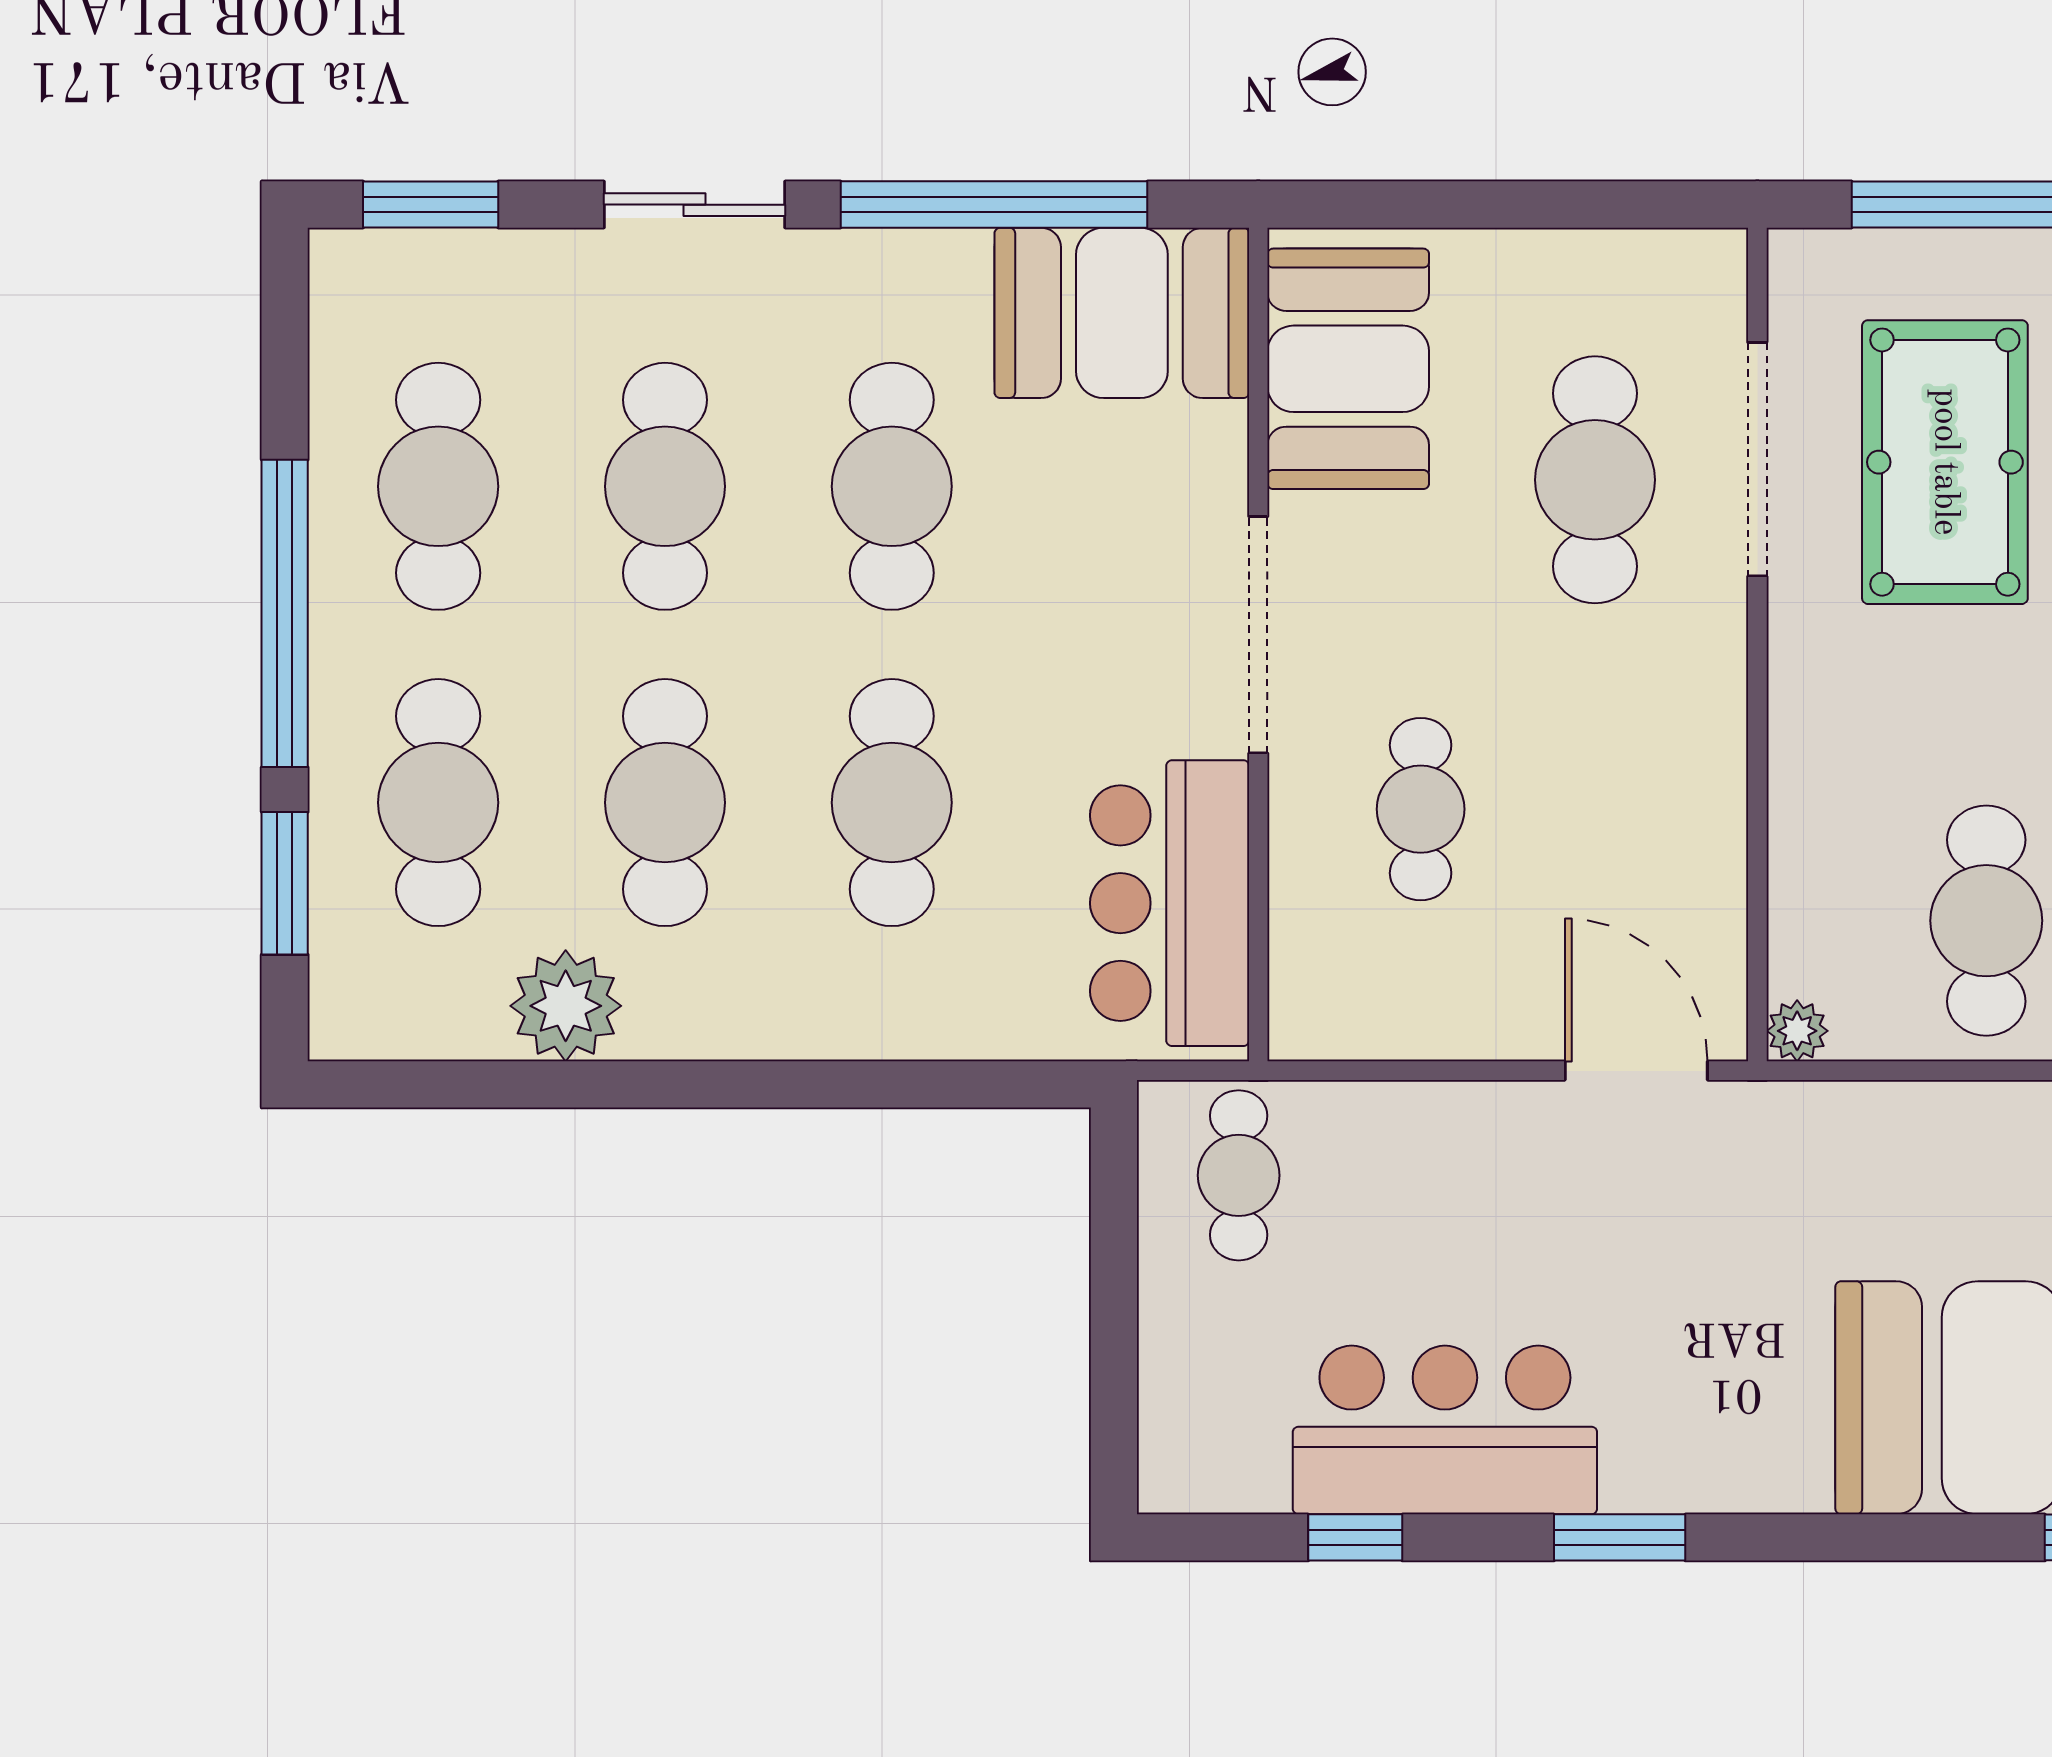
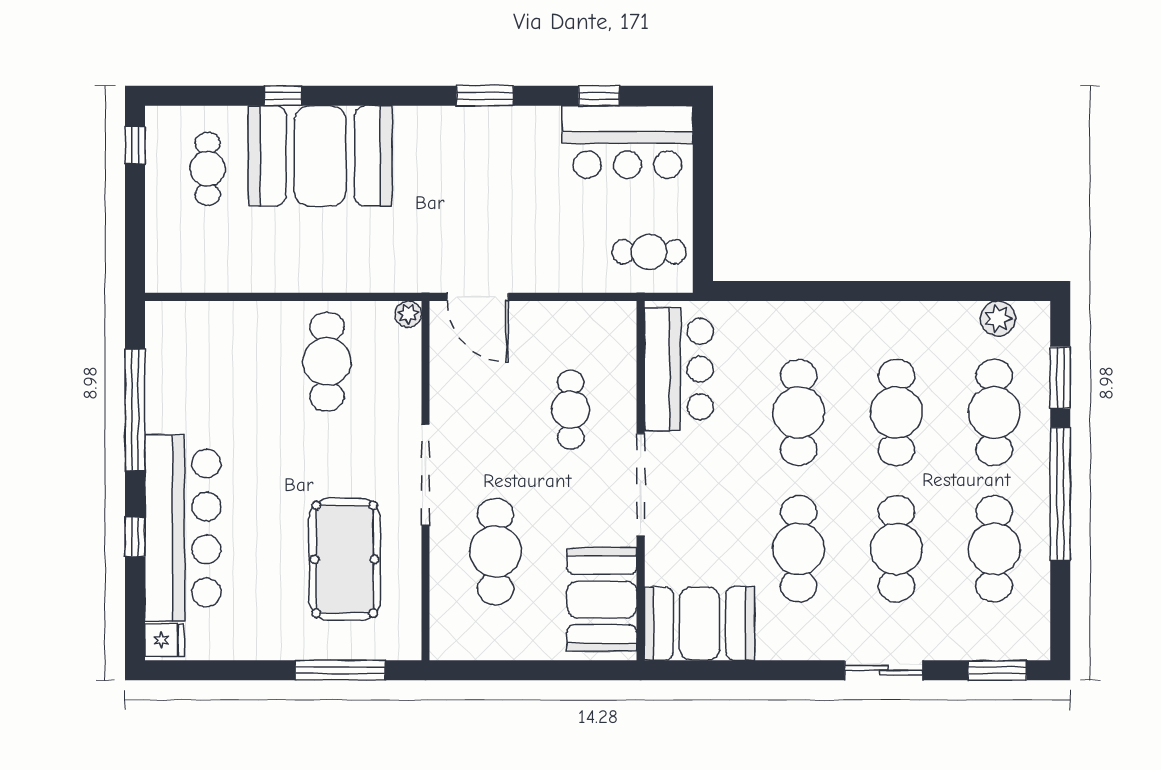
window: (994, 205) -> (755, 670), removed
doorway: (1757, 459) -> (426, 475), moved
plant: (566, 1006) -> (998, 318), moved, width x0.73, depth x0.73
cafe table: (1239, 1175) -> (649, 252), turned 90
bar counter: (1445, 1430) -> (627, 142), moved

